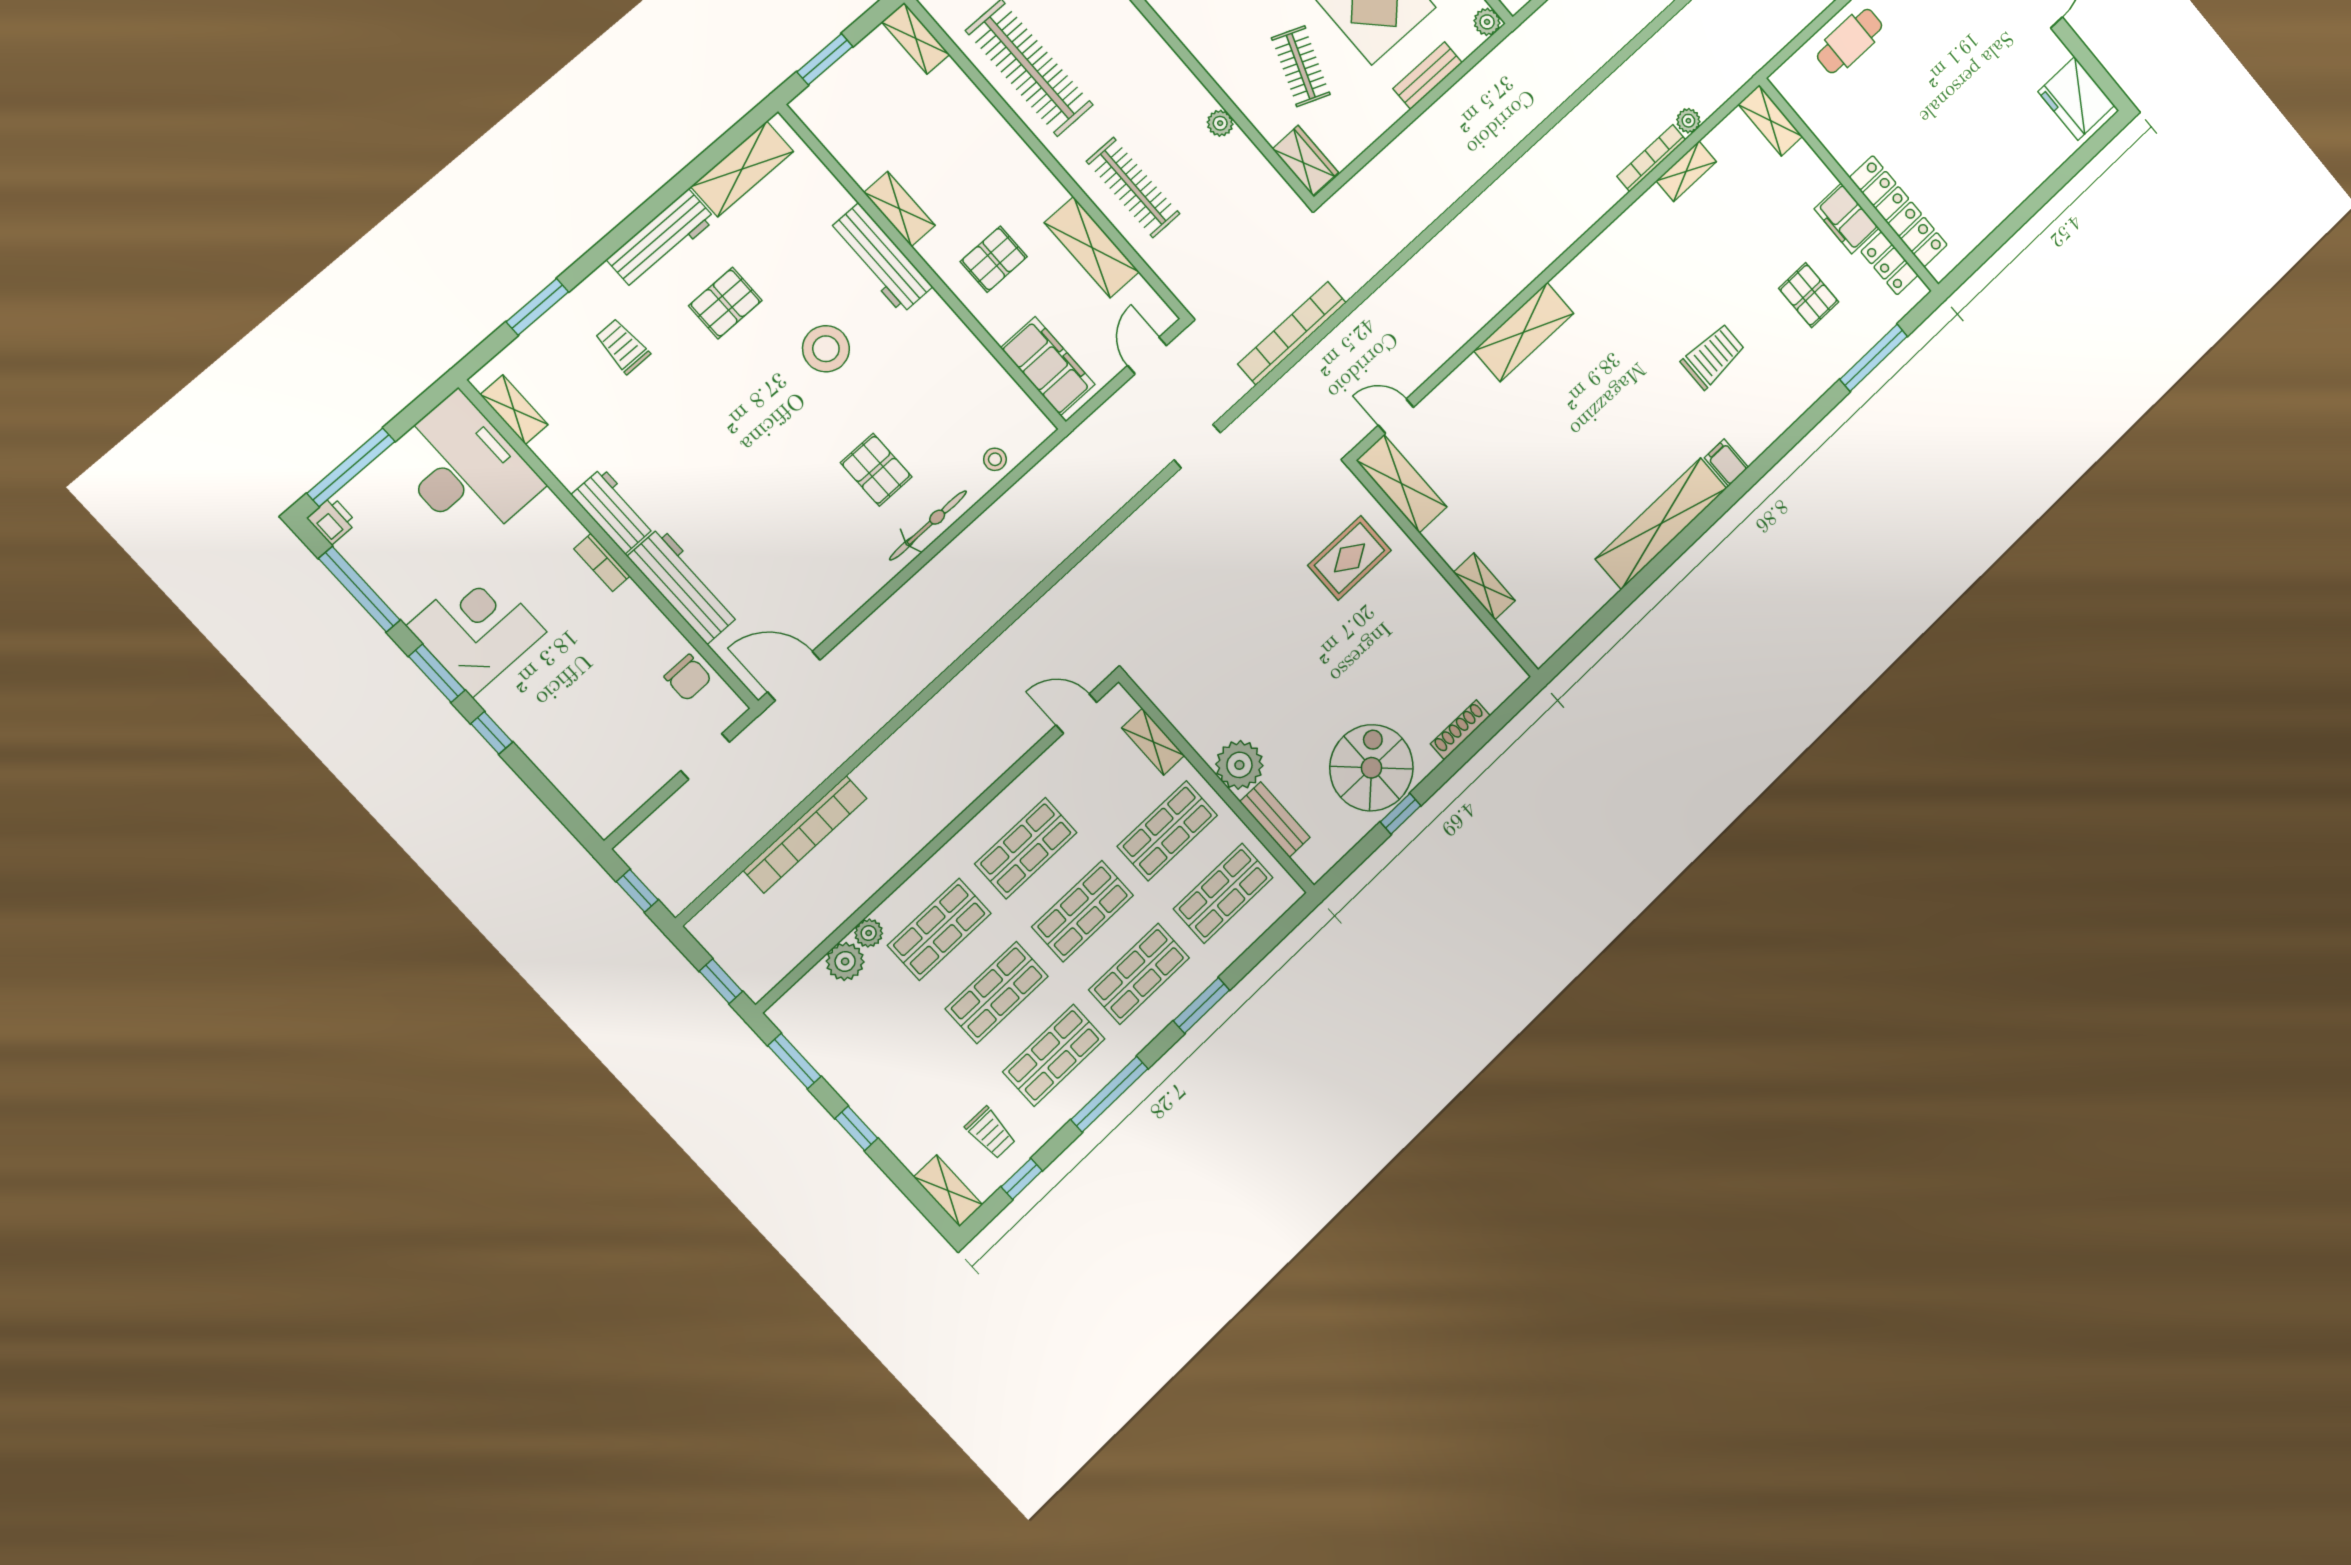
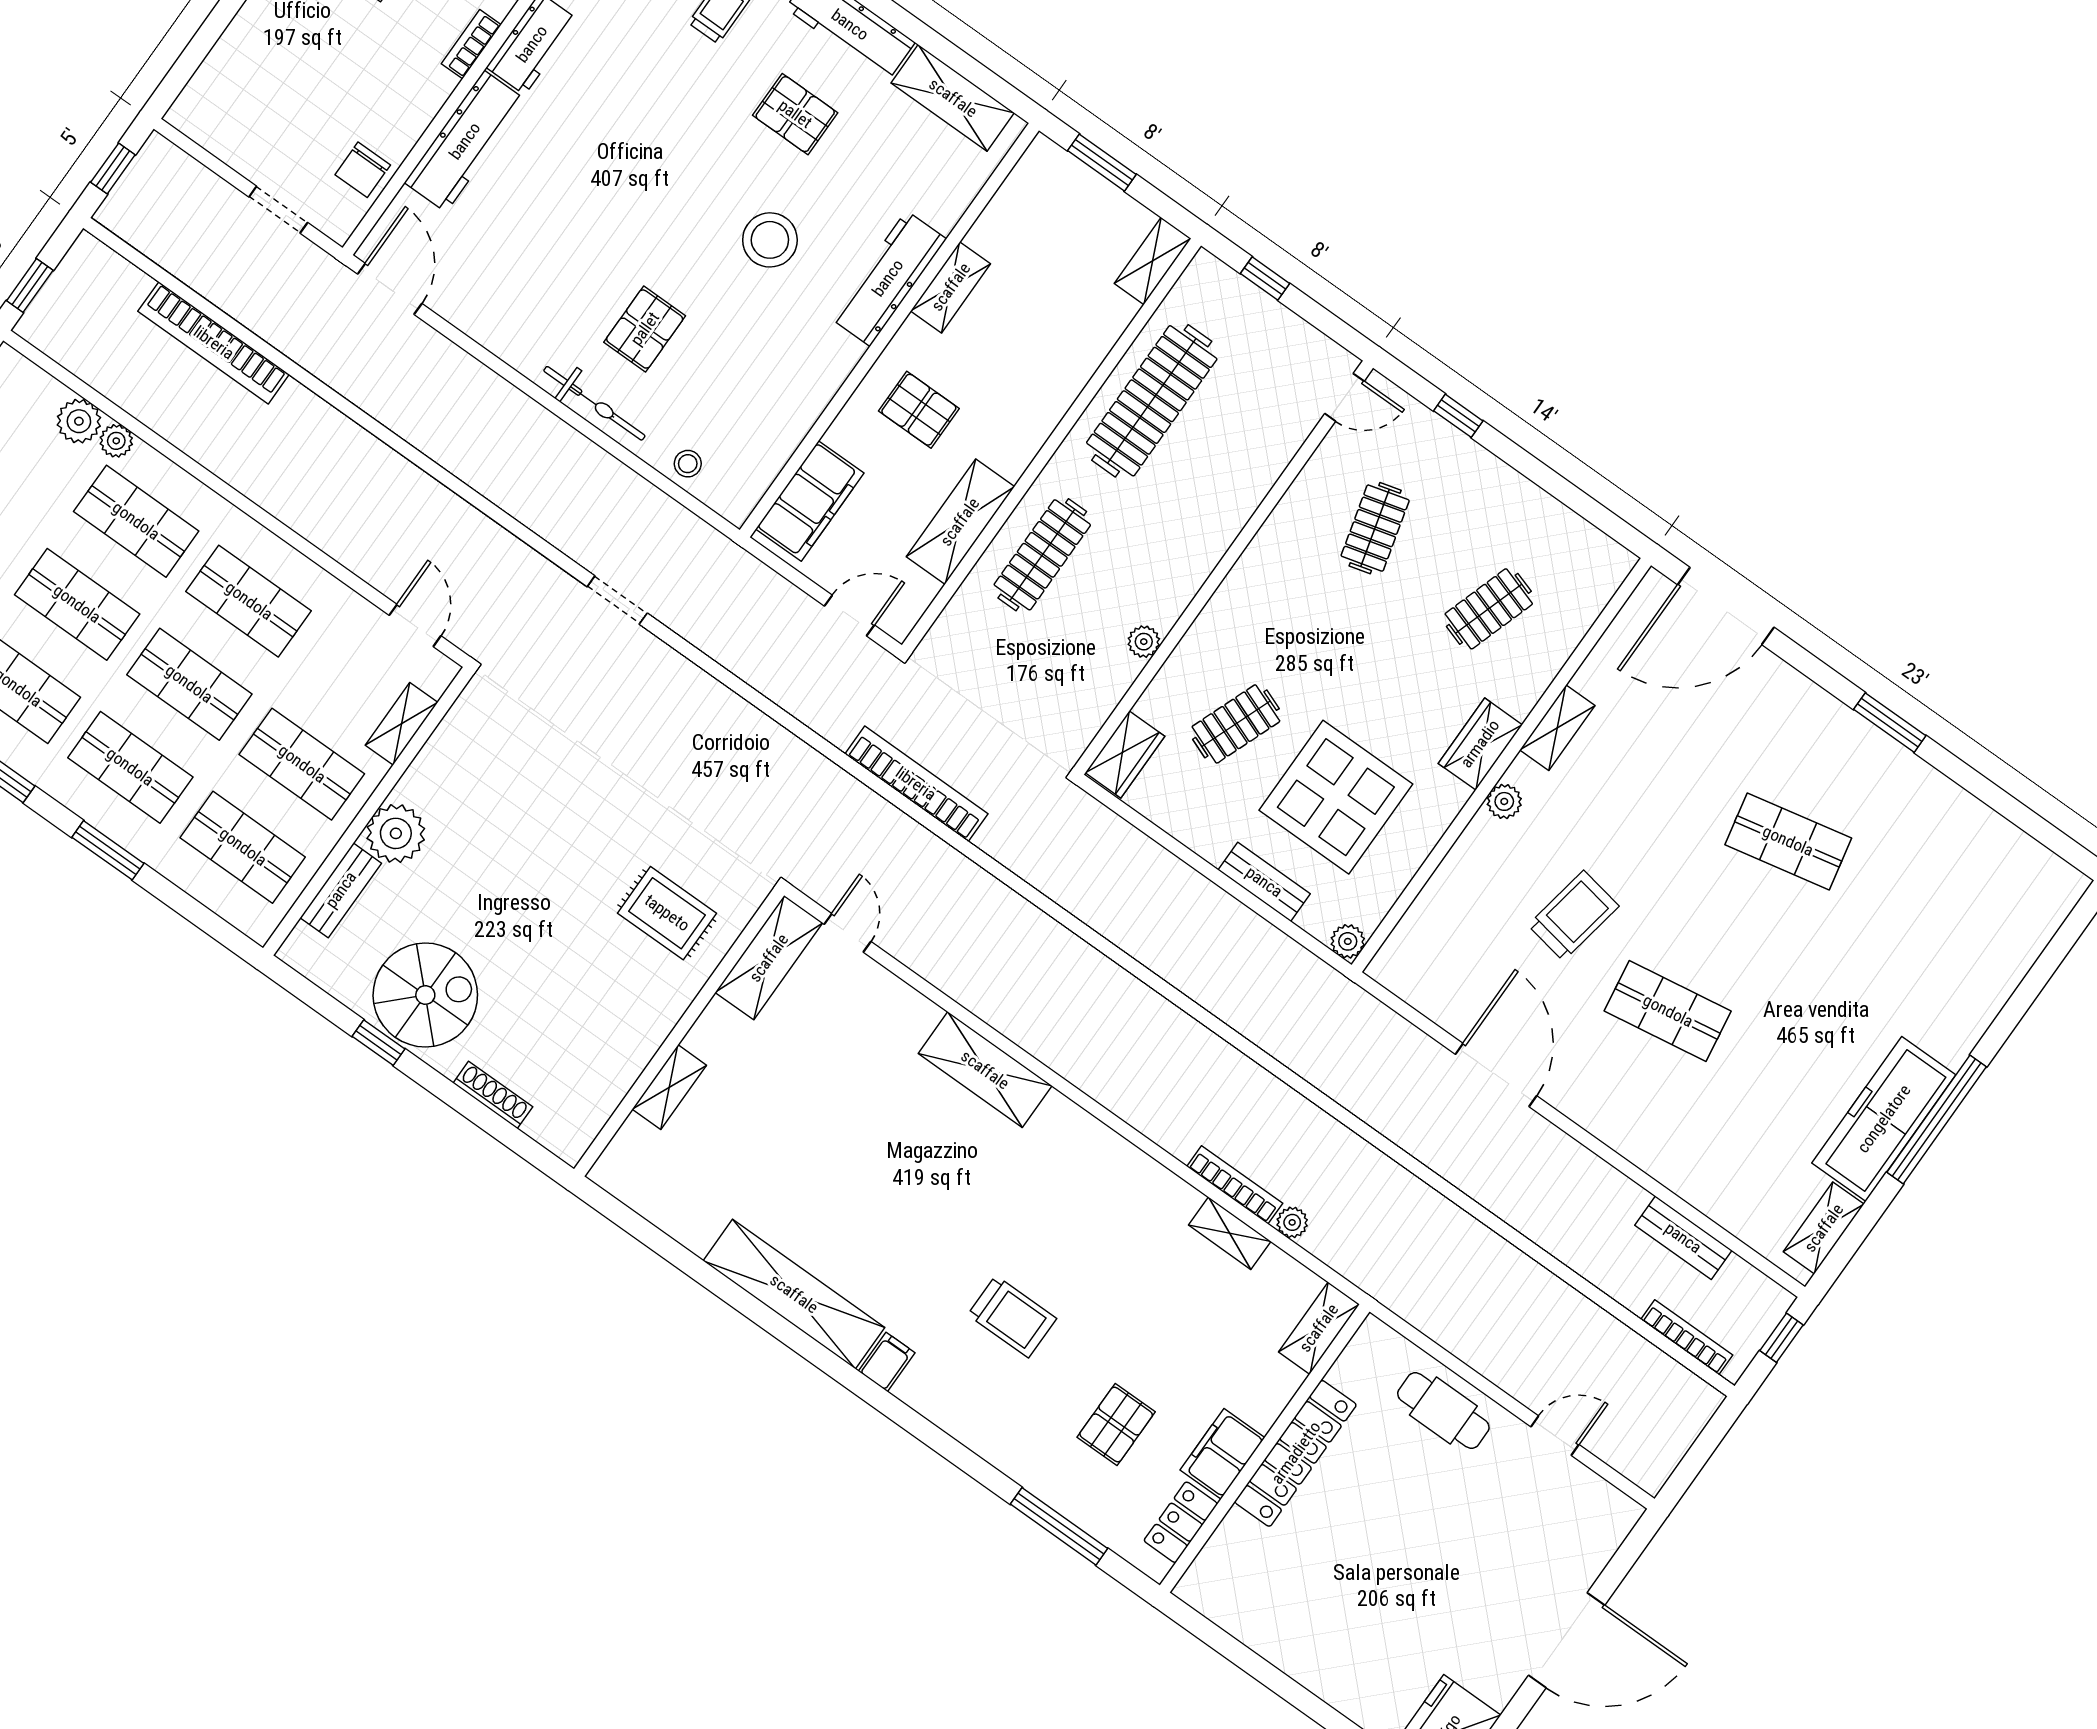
locker: (1898, 211) -> (1296, 1453), moved
doorway: (1197, 446) -> (617, 600), moved

